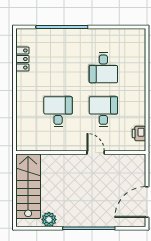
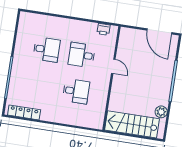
locker: (22, 59) -> (24, 112), width x1.53
desk: (58, 112) -> (76, 91), turned 180
door: (96, 152) -> (113, 66), swing flipped

